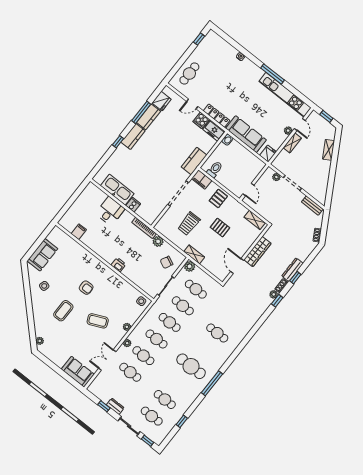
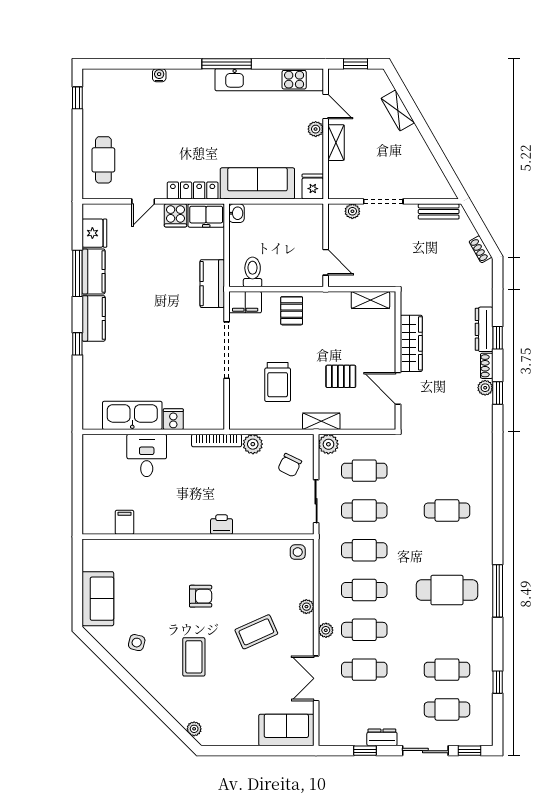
pallet: (220, 228) -> (341, 376), moved

